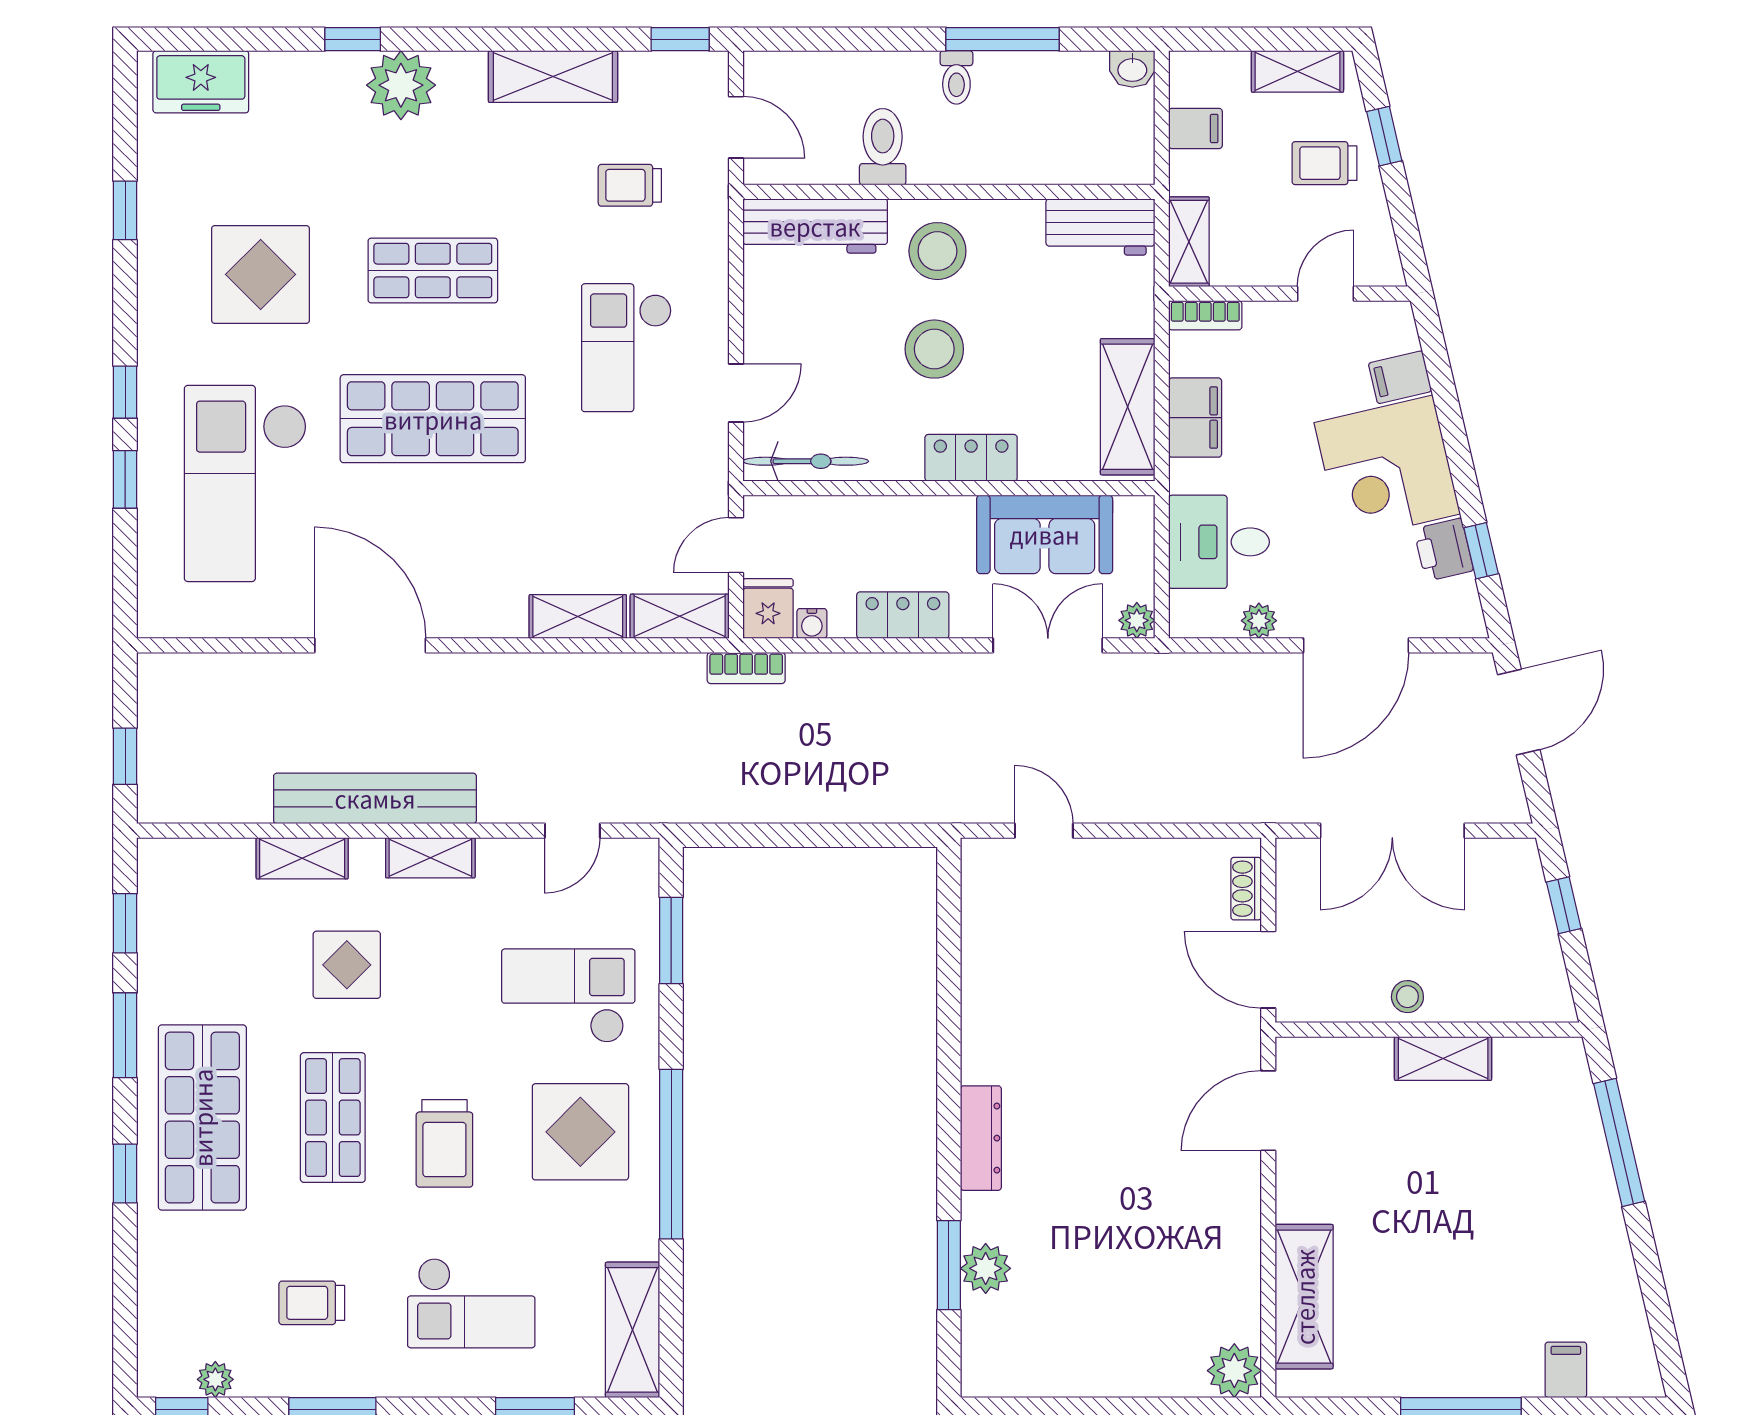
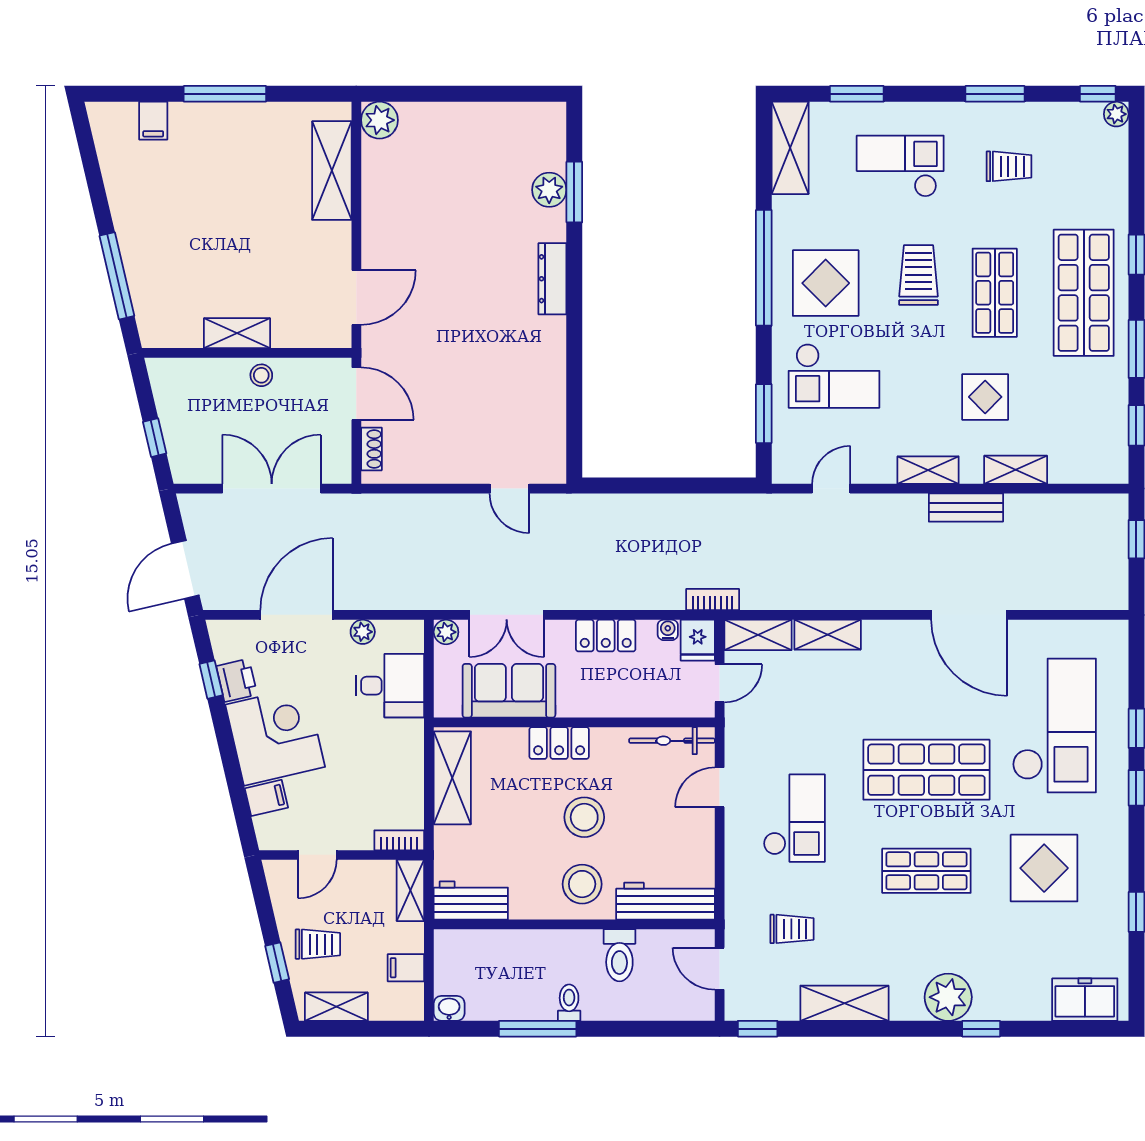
filing cabinet: (1195, 418) -> (406, 770), removed
bench: (375, 798) -> (966, 508), width x0.54, depth x0.82
plant: (215, 1379) -> (1116, 114), moved

